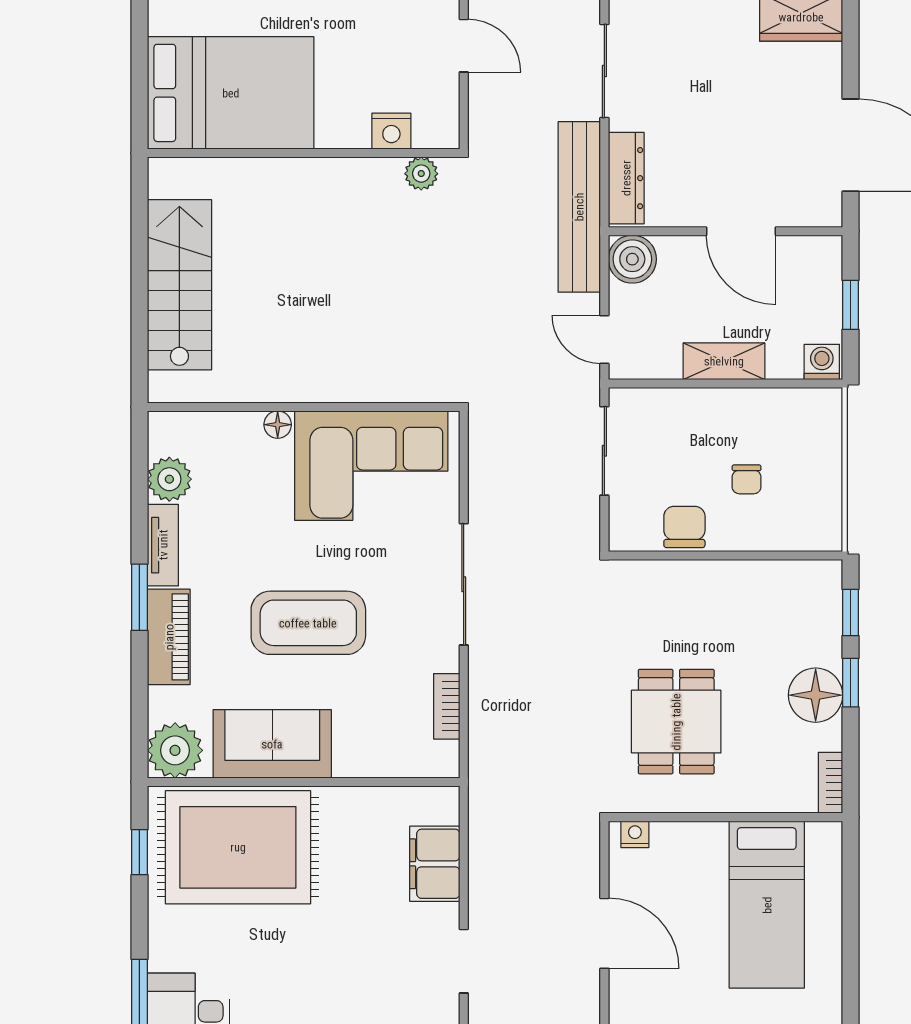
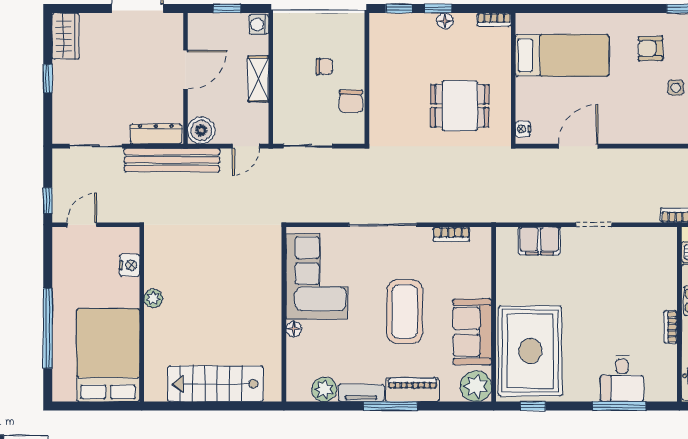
plant: (421, 174) -> (153, 298), moved
chair: (684, 527) -> (351, 101), turned -90
window: (139, 597) -> (390, 406), width x1.44
floor lamp: (816, 695) -> (445, 21), width x0.53, depth x0.53

